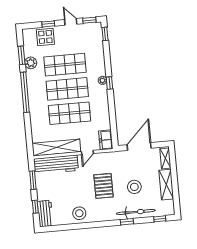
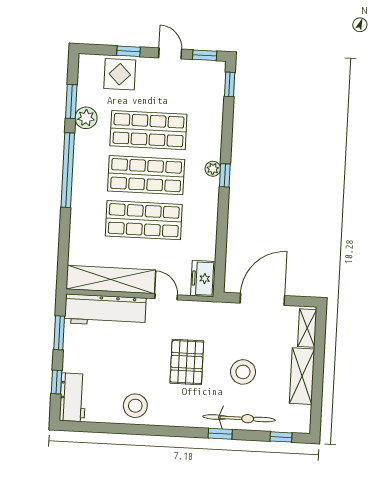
door: (87, 152) -> (166, 297), swing flipped

